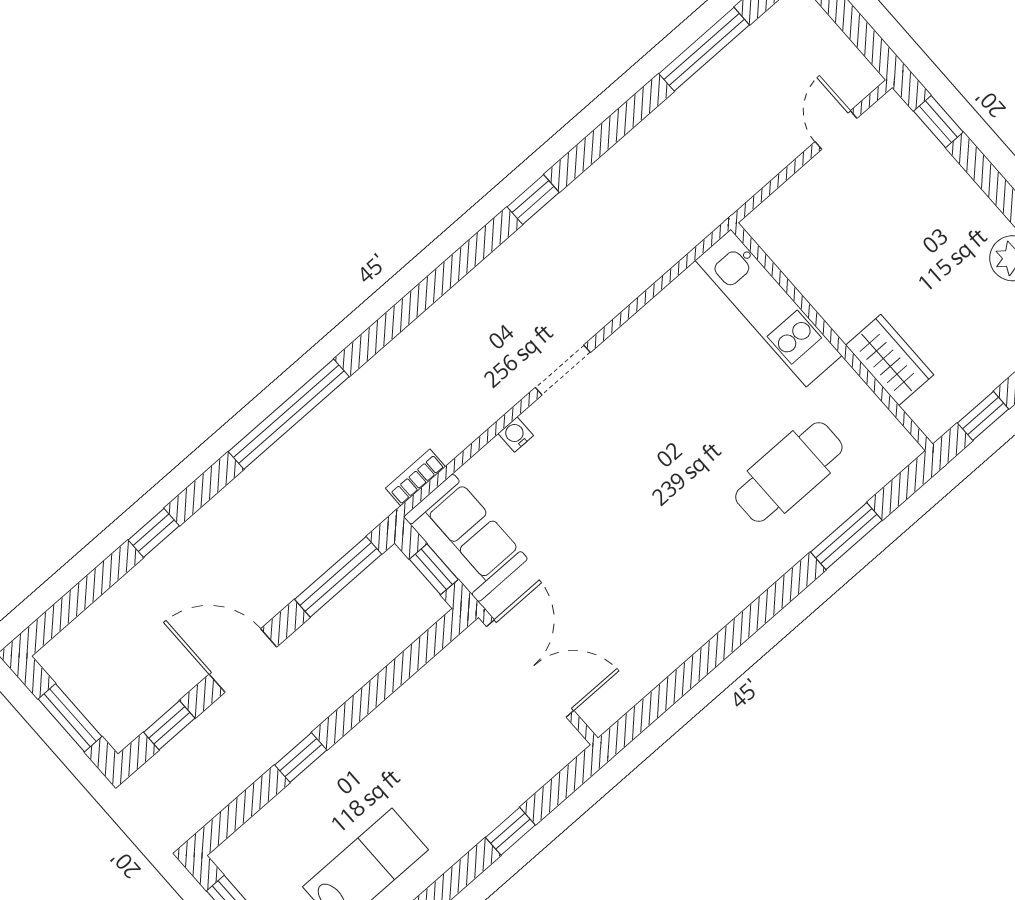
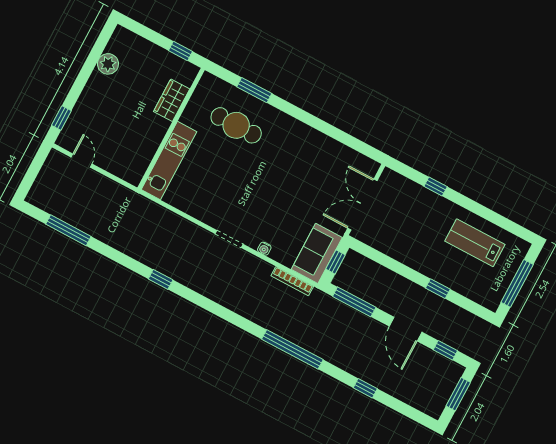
door: (836, 130) -> (82, 161), swing flipped
bookcase: (415, 477) -> (292, 281), width x1.56

